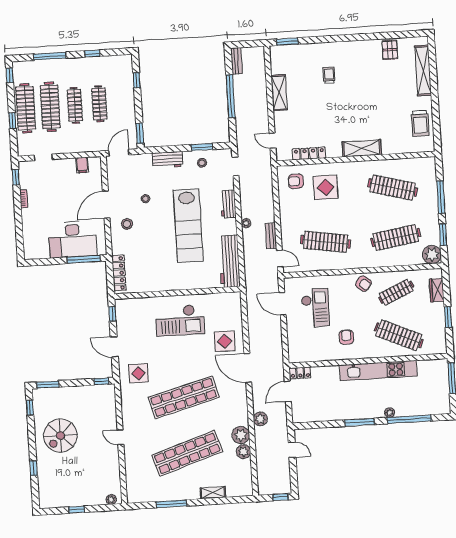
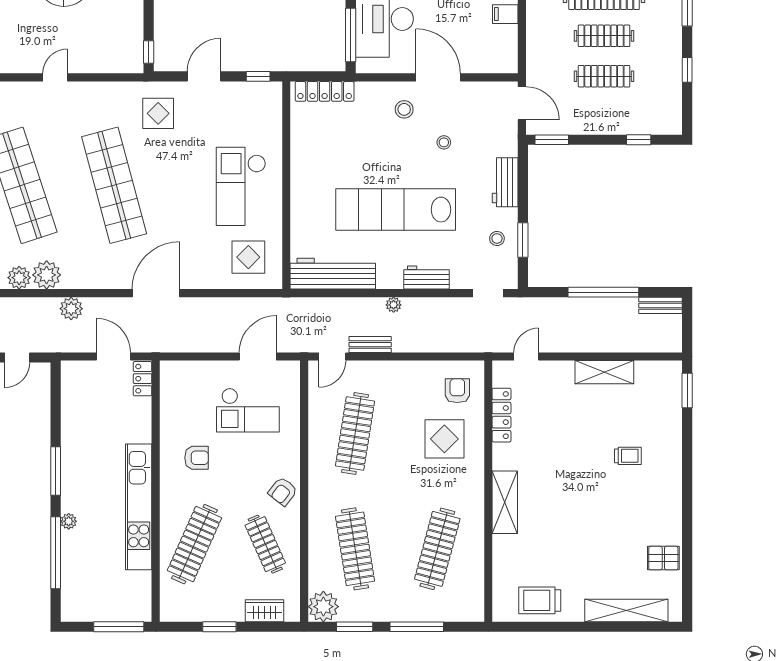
filing cabinet: (82, 165) -> (505, 14), moved
display table: (225, 341) -> (248, 257), moved

